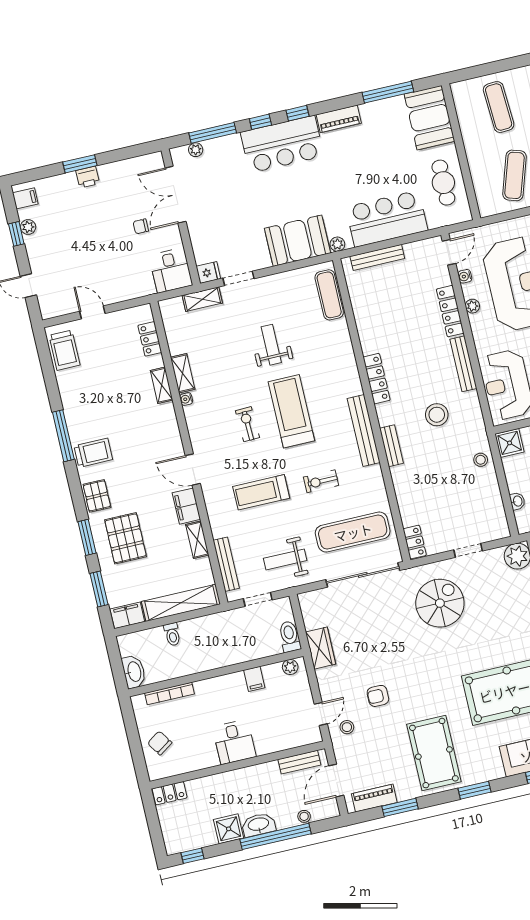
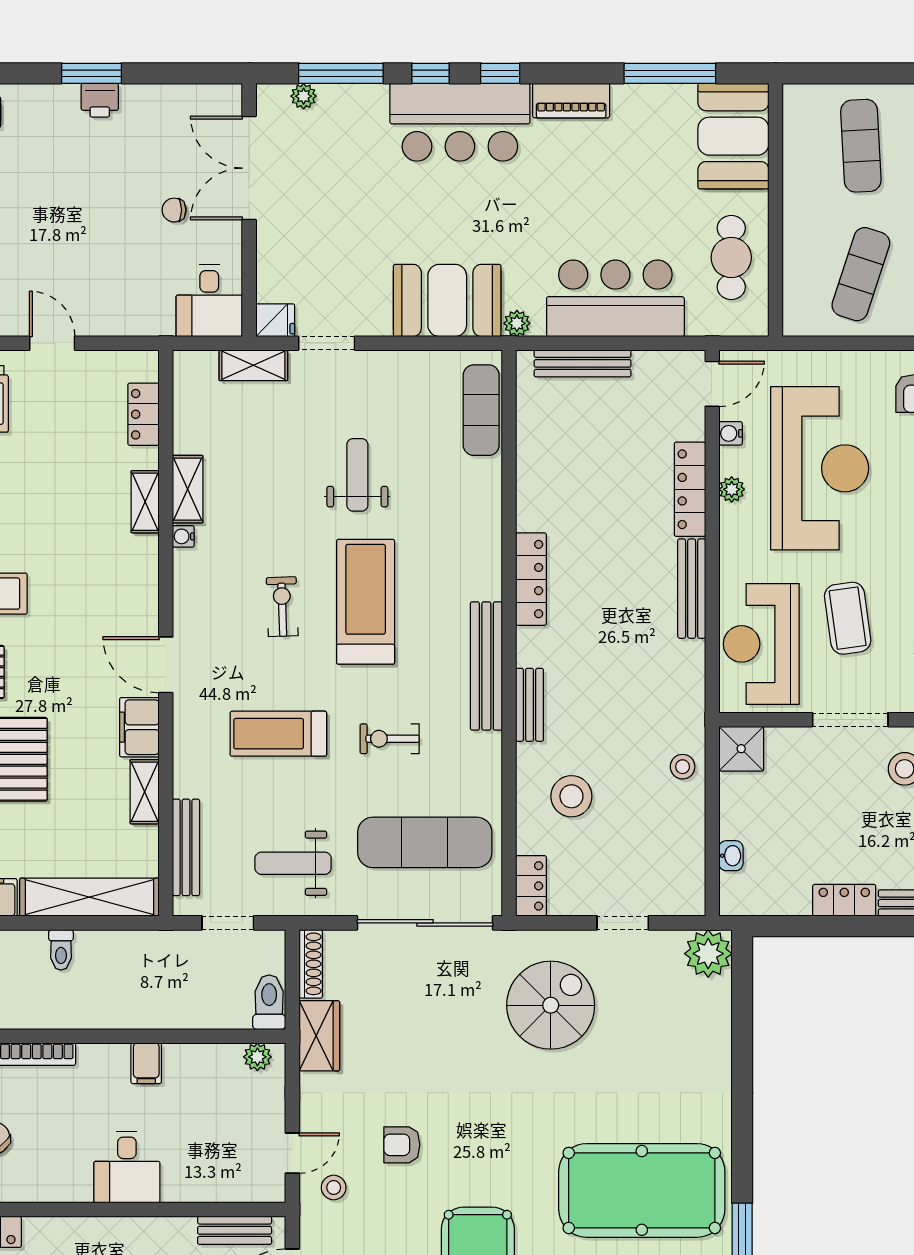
stool: (437, 415) -> (571, 796), moved
shoe rack: (307, 611) -> (311, 964), added
filing cabinet: (254, 679) -> (146, 1063), moved

